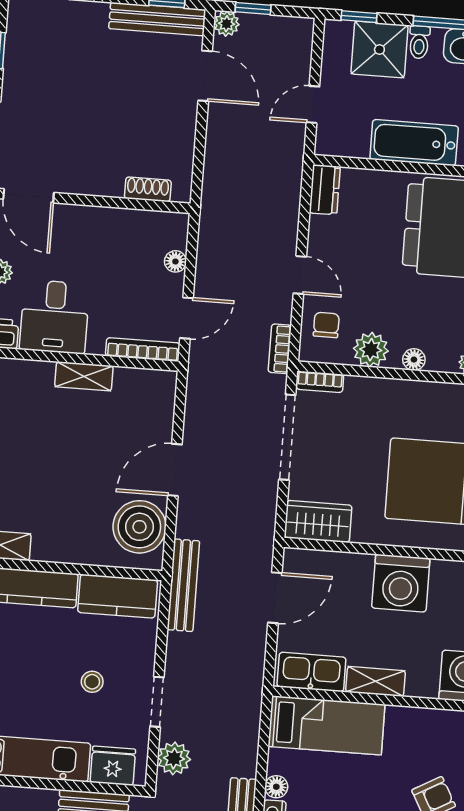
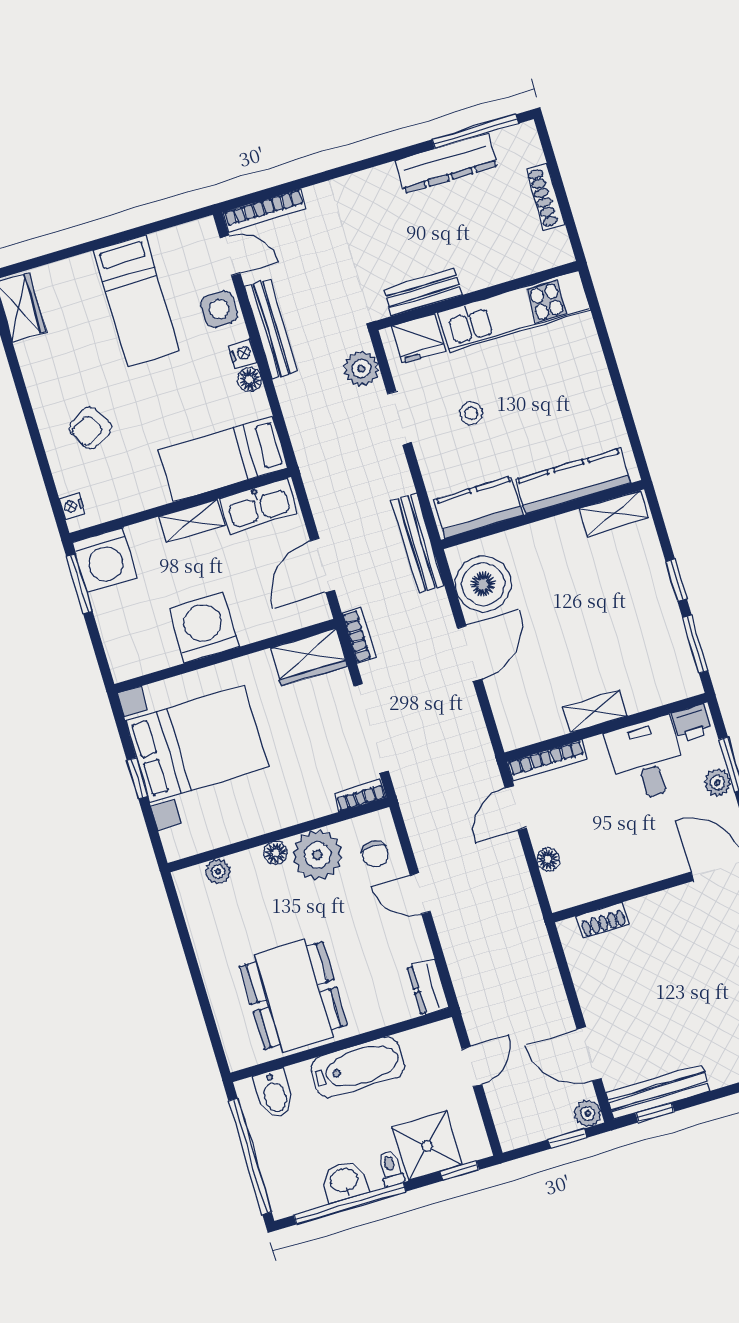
bookcase: (280, 349) -> (359, 635), moved
plant: (371, 350) -> (317, 855), width x1.36, depth x1.36

